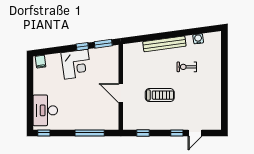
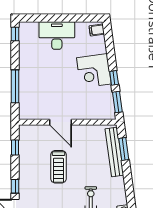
window: (144, 38) -> (124, 149), added
bench: (164, 44) -> (114, 152), moved
door: (121, 93) -> (61, 122), swing flipped
desk: (45, 110) -> (57, 36), moved

